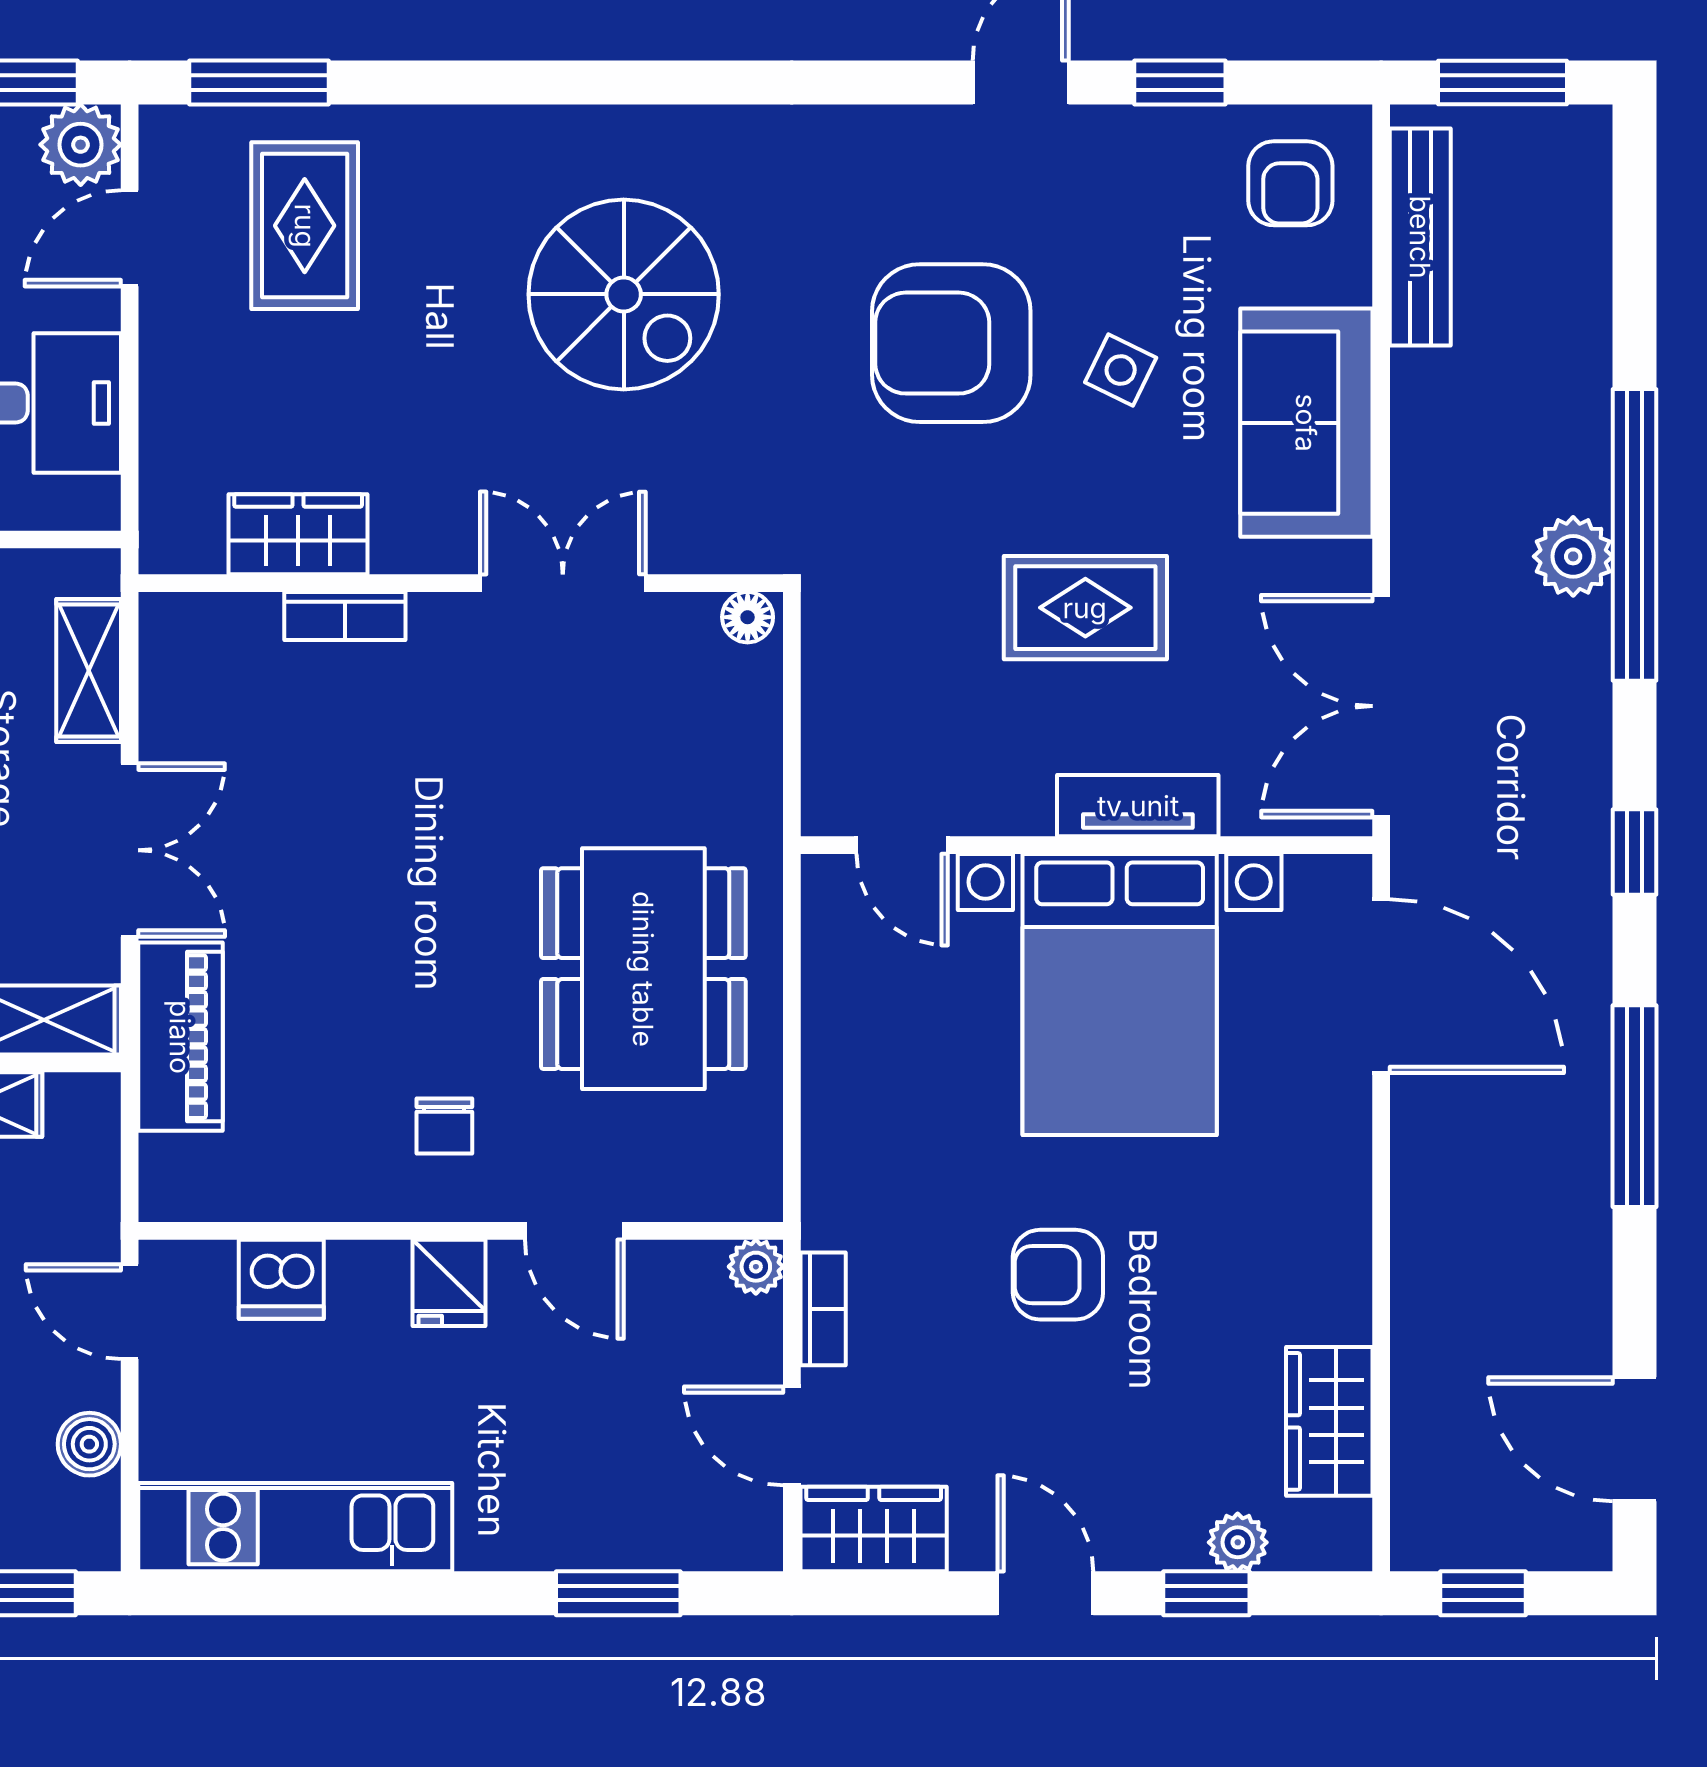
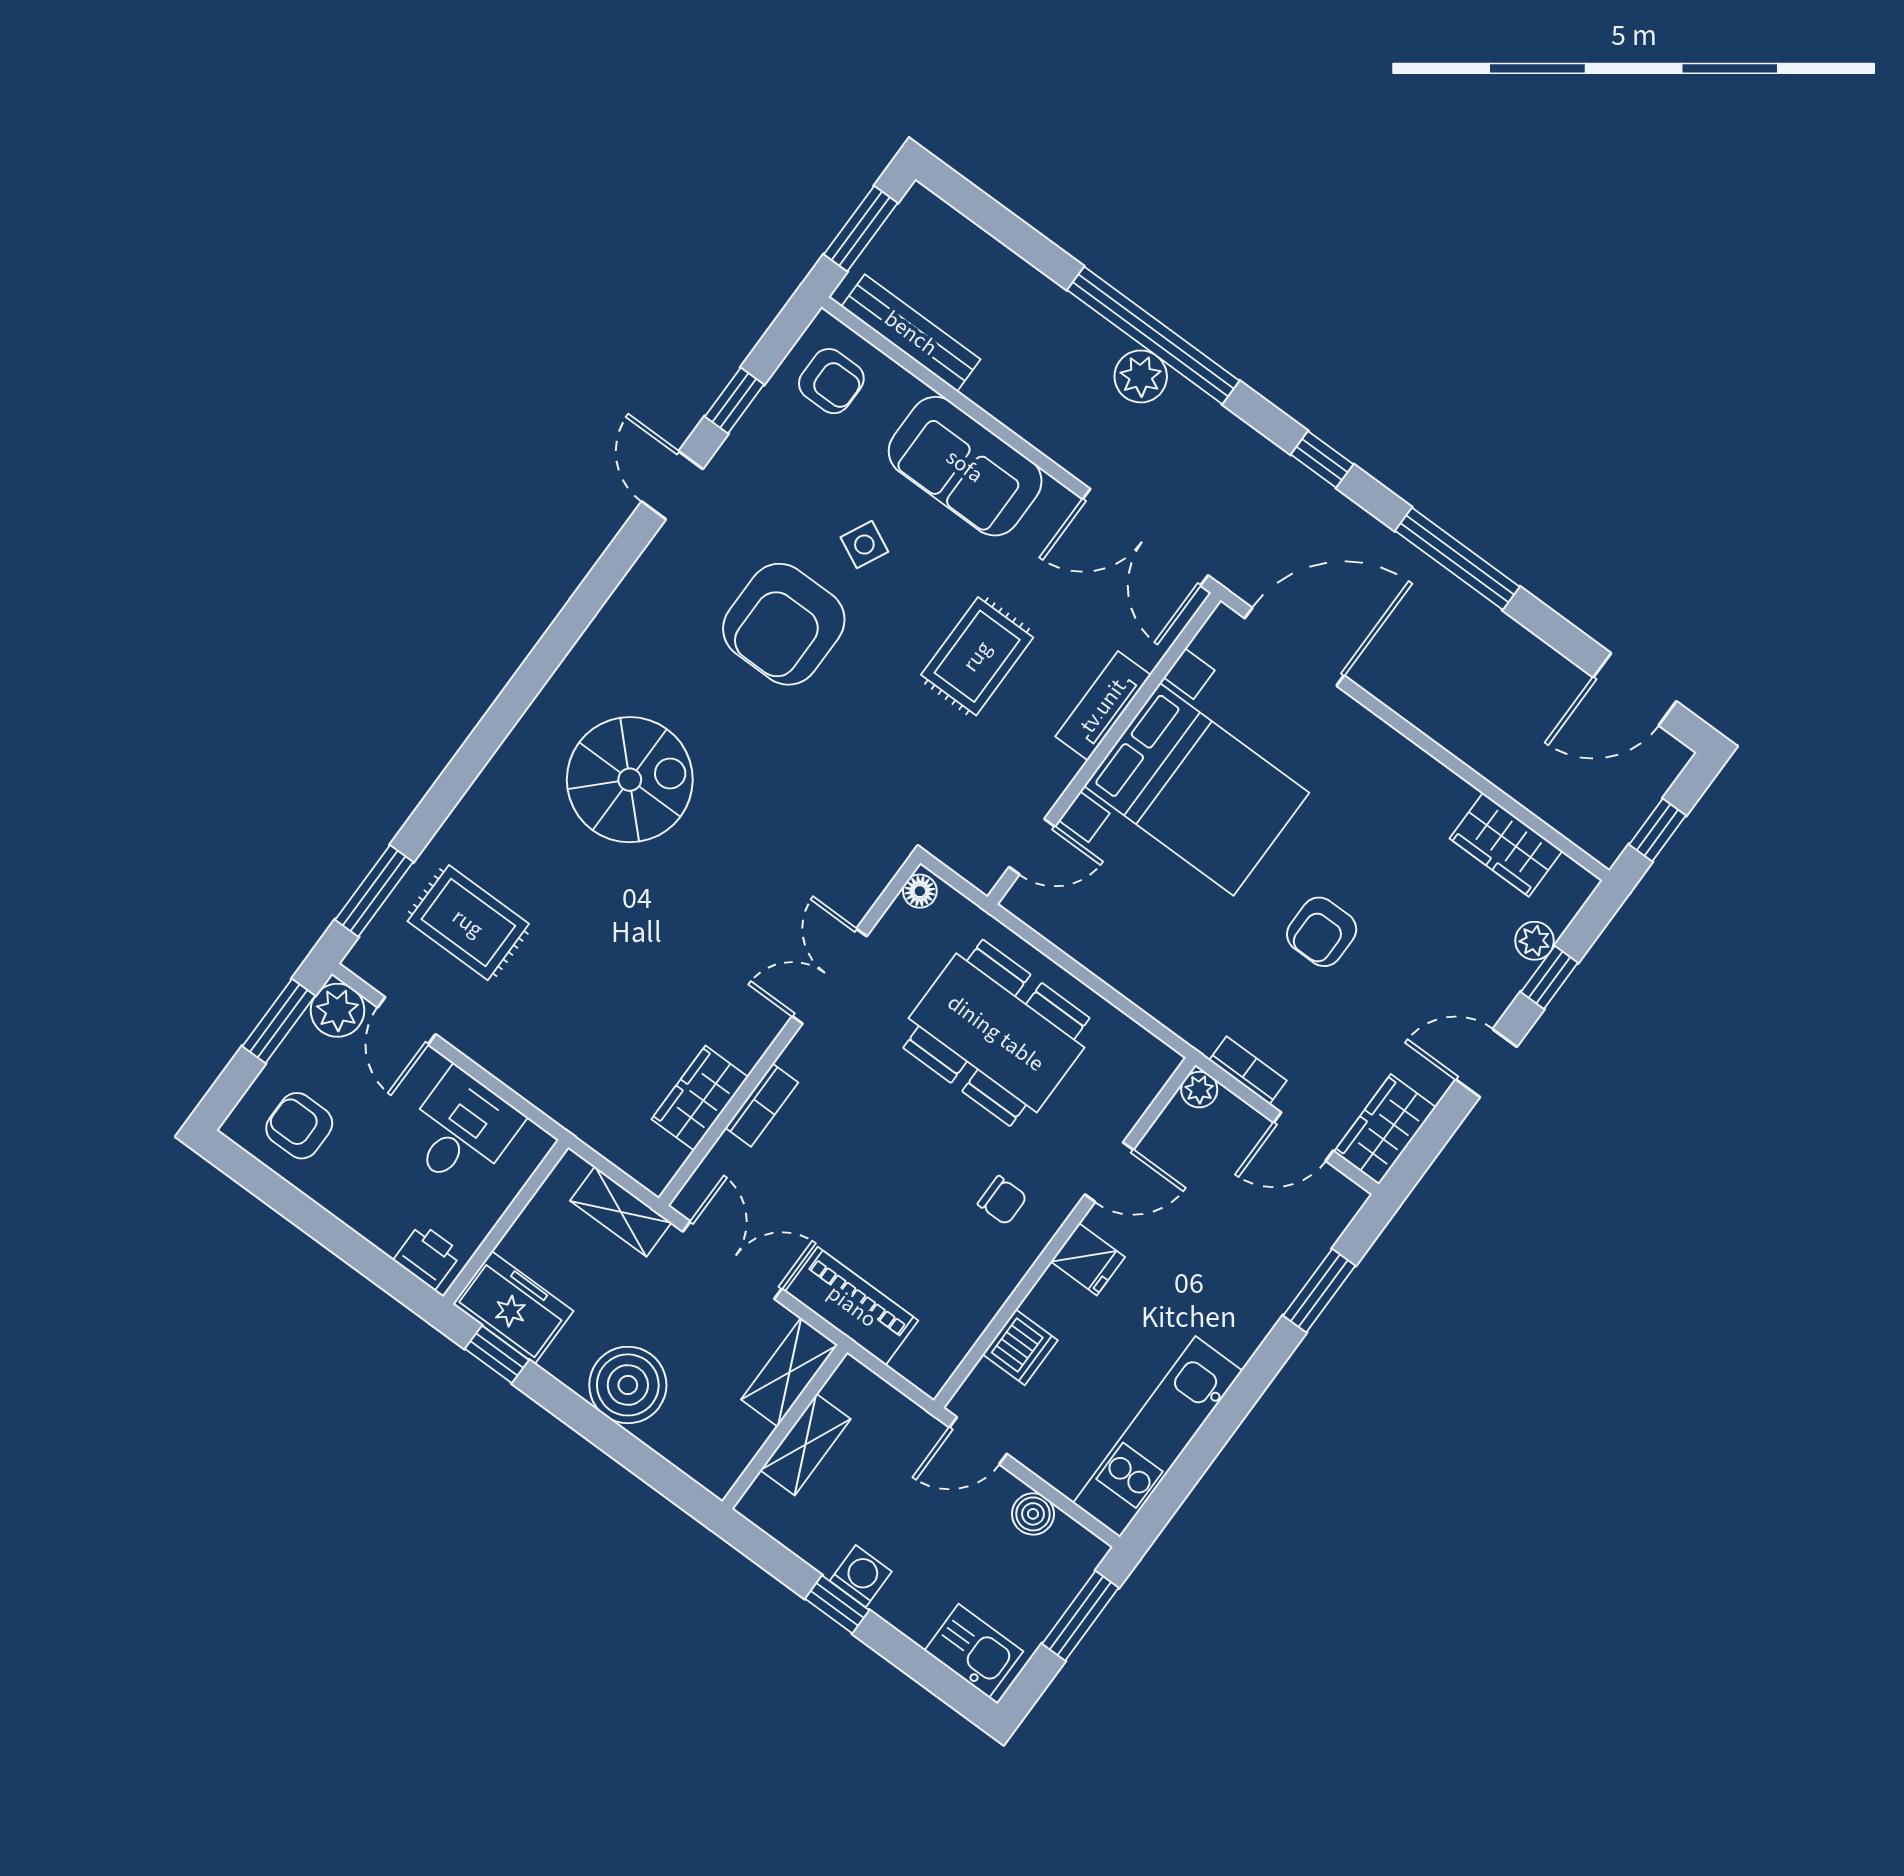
wardrobe: (298, 534) -> (700, 1098), moved
wall: (461, 583) -> (789, 1031), moved
double door: (563, 583) -> (829, 976), moved
bookcase: (345, 616) -> (762, 1105), moved
floor lamp: (748, 617) -> (920, 891), moved

